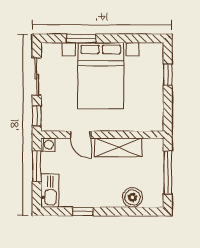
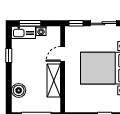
washing machine: (48, 145) -> (41, 31), moved
window: (37, 166) -> (30, 23), moved

